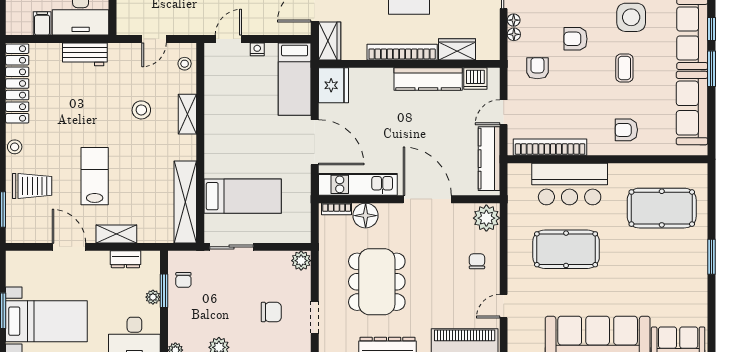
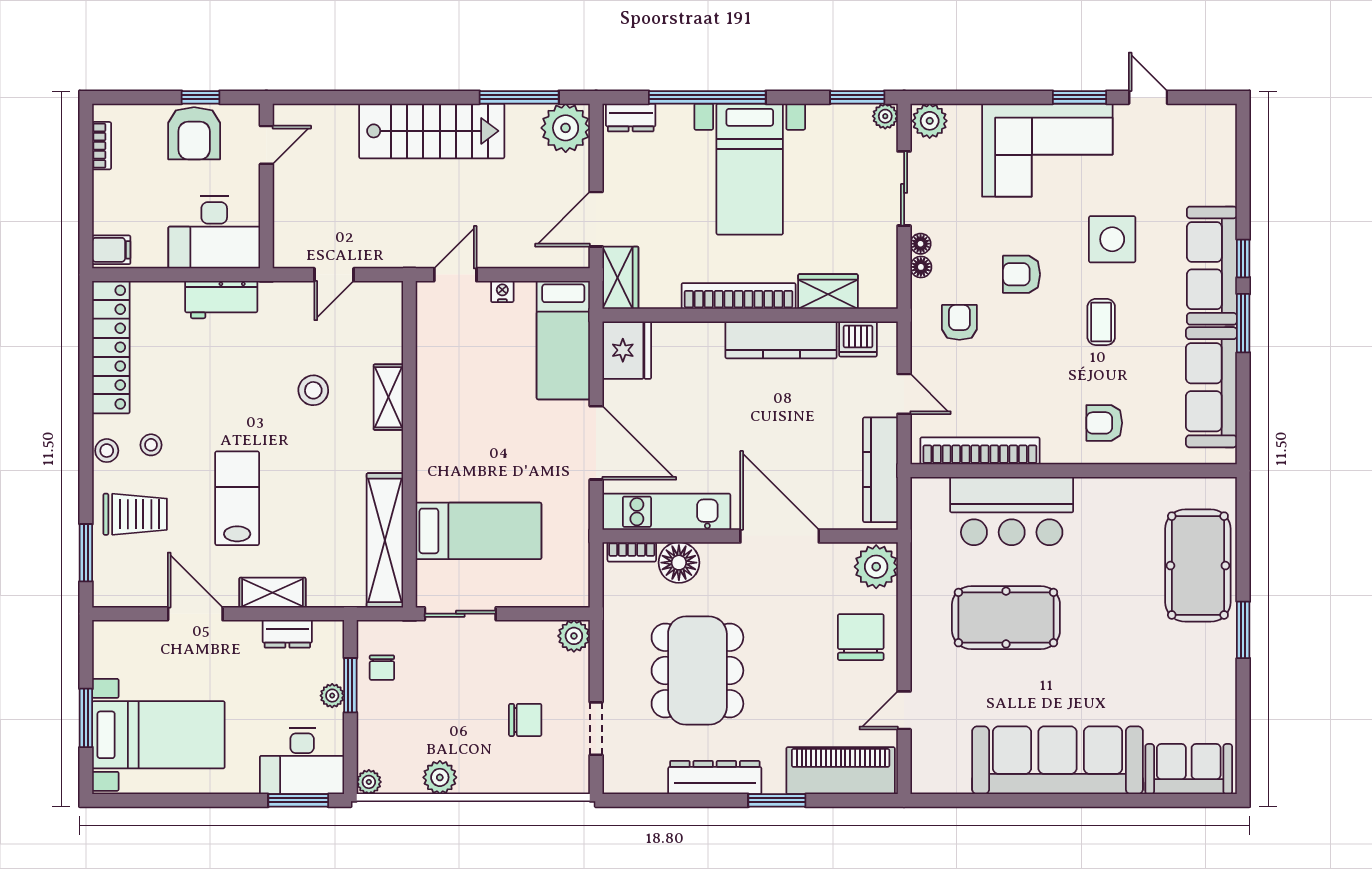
filing cabinet: (42, 23) -> (111, 250), moved, turned 90
stool: (185, 64) -> (151, 445), moved
door: (504, 112) -> (904, 394), swing flipped
pool table: (662, 208) -> (1198, 566), moved, turned 90
chair: (477, 261) -> (861, 637), width x1.87, depth x1.87

